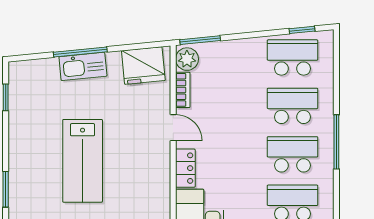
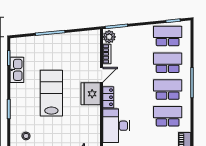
kitchen sink: (83, 66) -> (17, 70), moved, turned -84
fridge: (143, 66) -> (91, 94), moved, turned 96
door: (173, 128) -> (102, 75), hinge flipped
lab bench: (83, 161) -> (51, 93), turned 180

